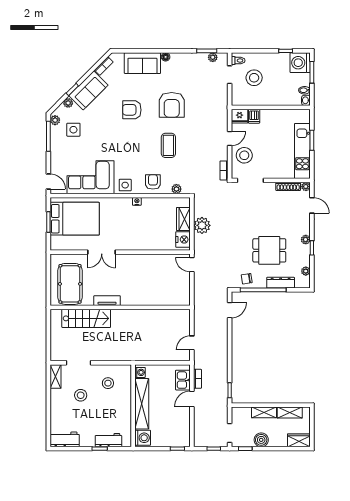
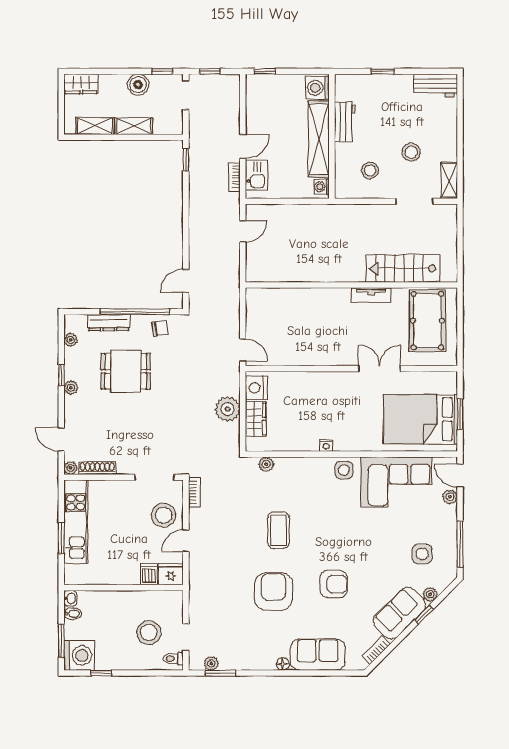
plant: (55, 120) -> (450, 497), moved
armchair: (153, 182) -> (302, 475), removed
workbench: (108, 440) -> (345, 122), moved, turned -90

